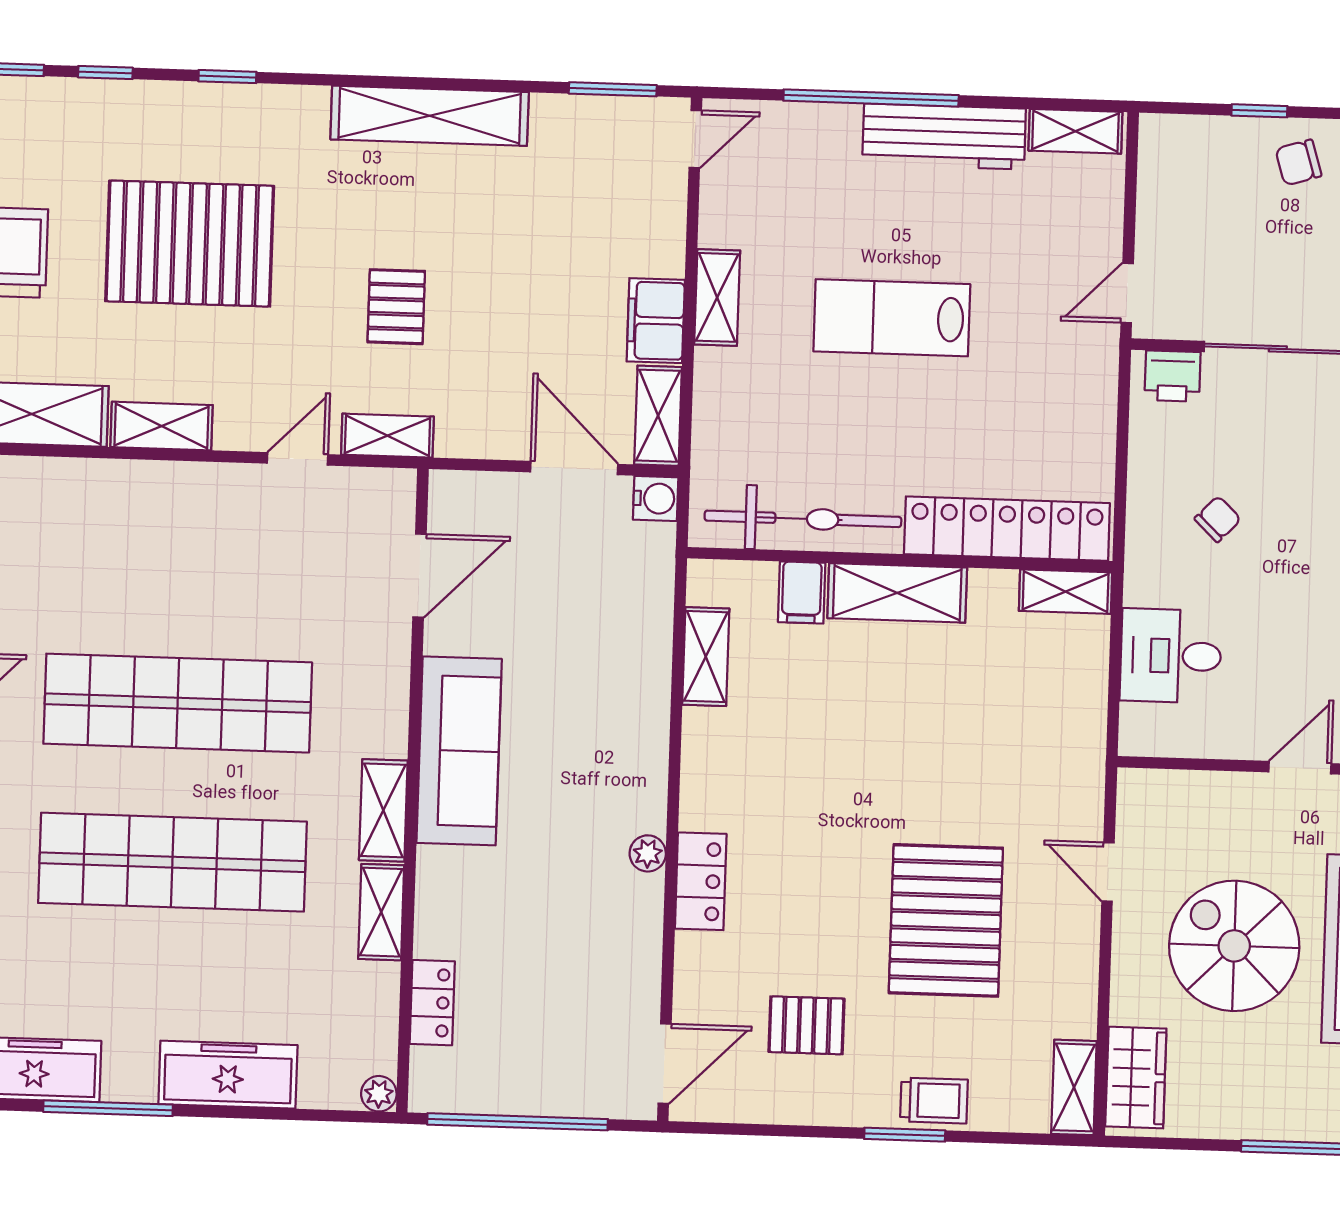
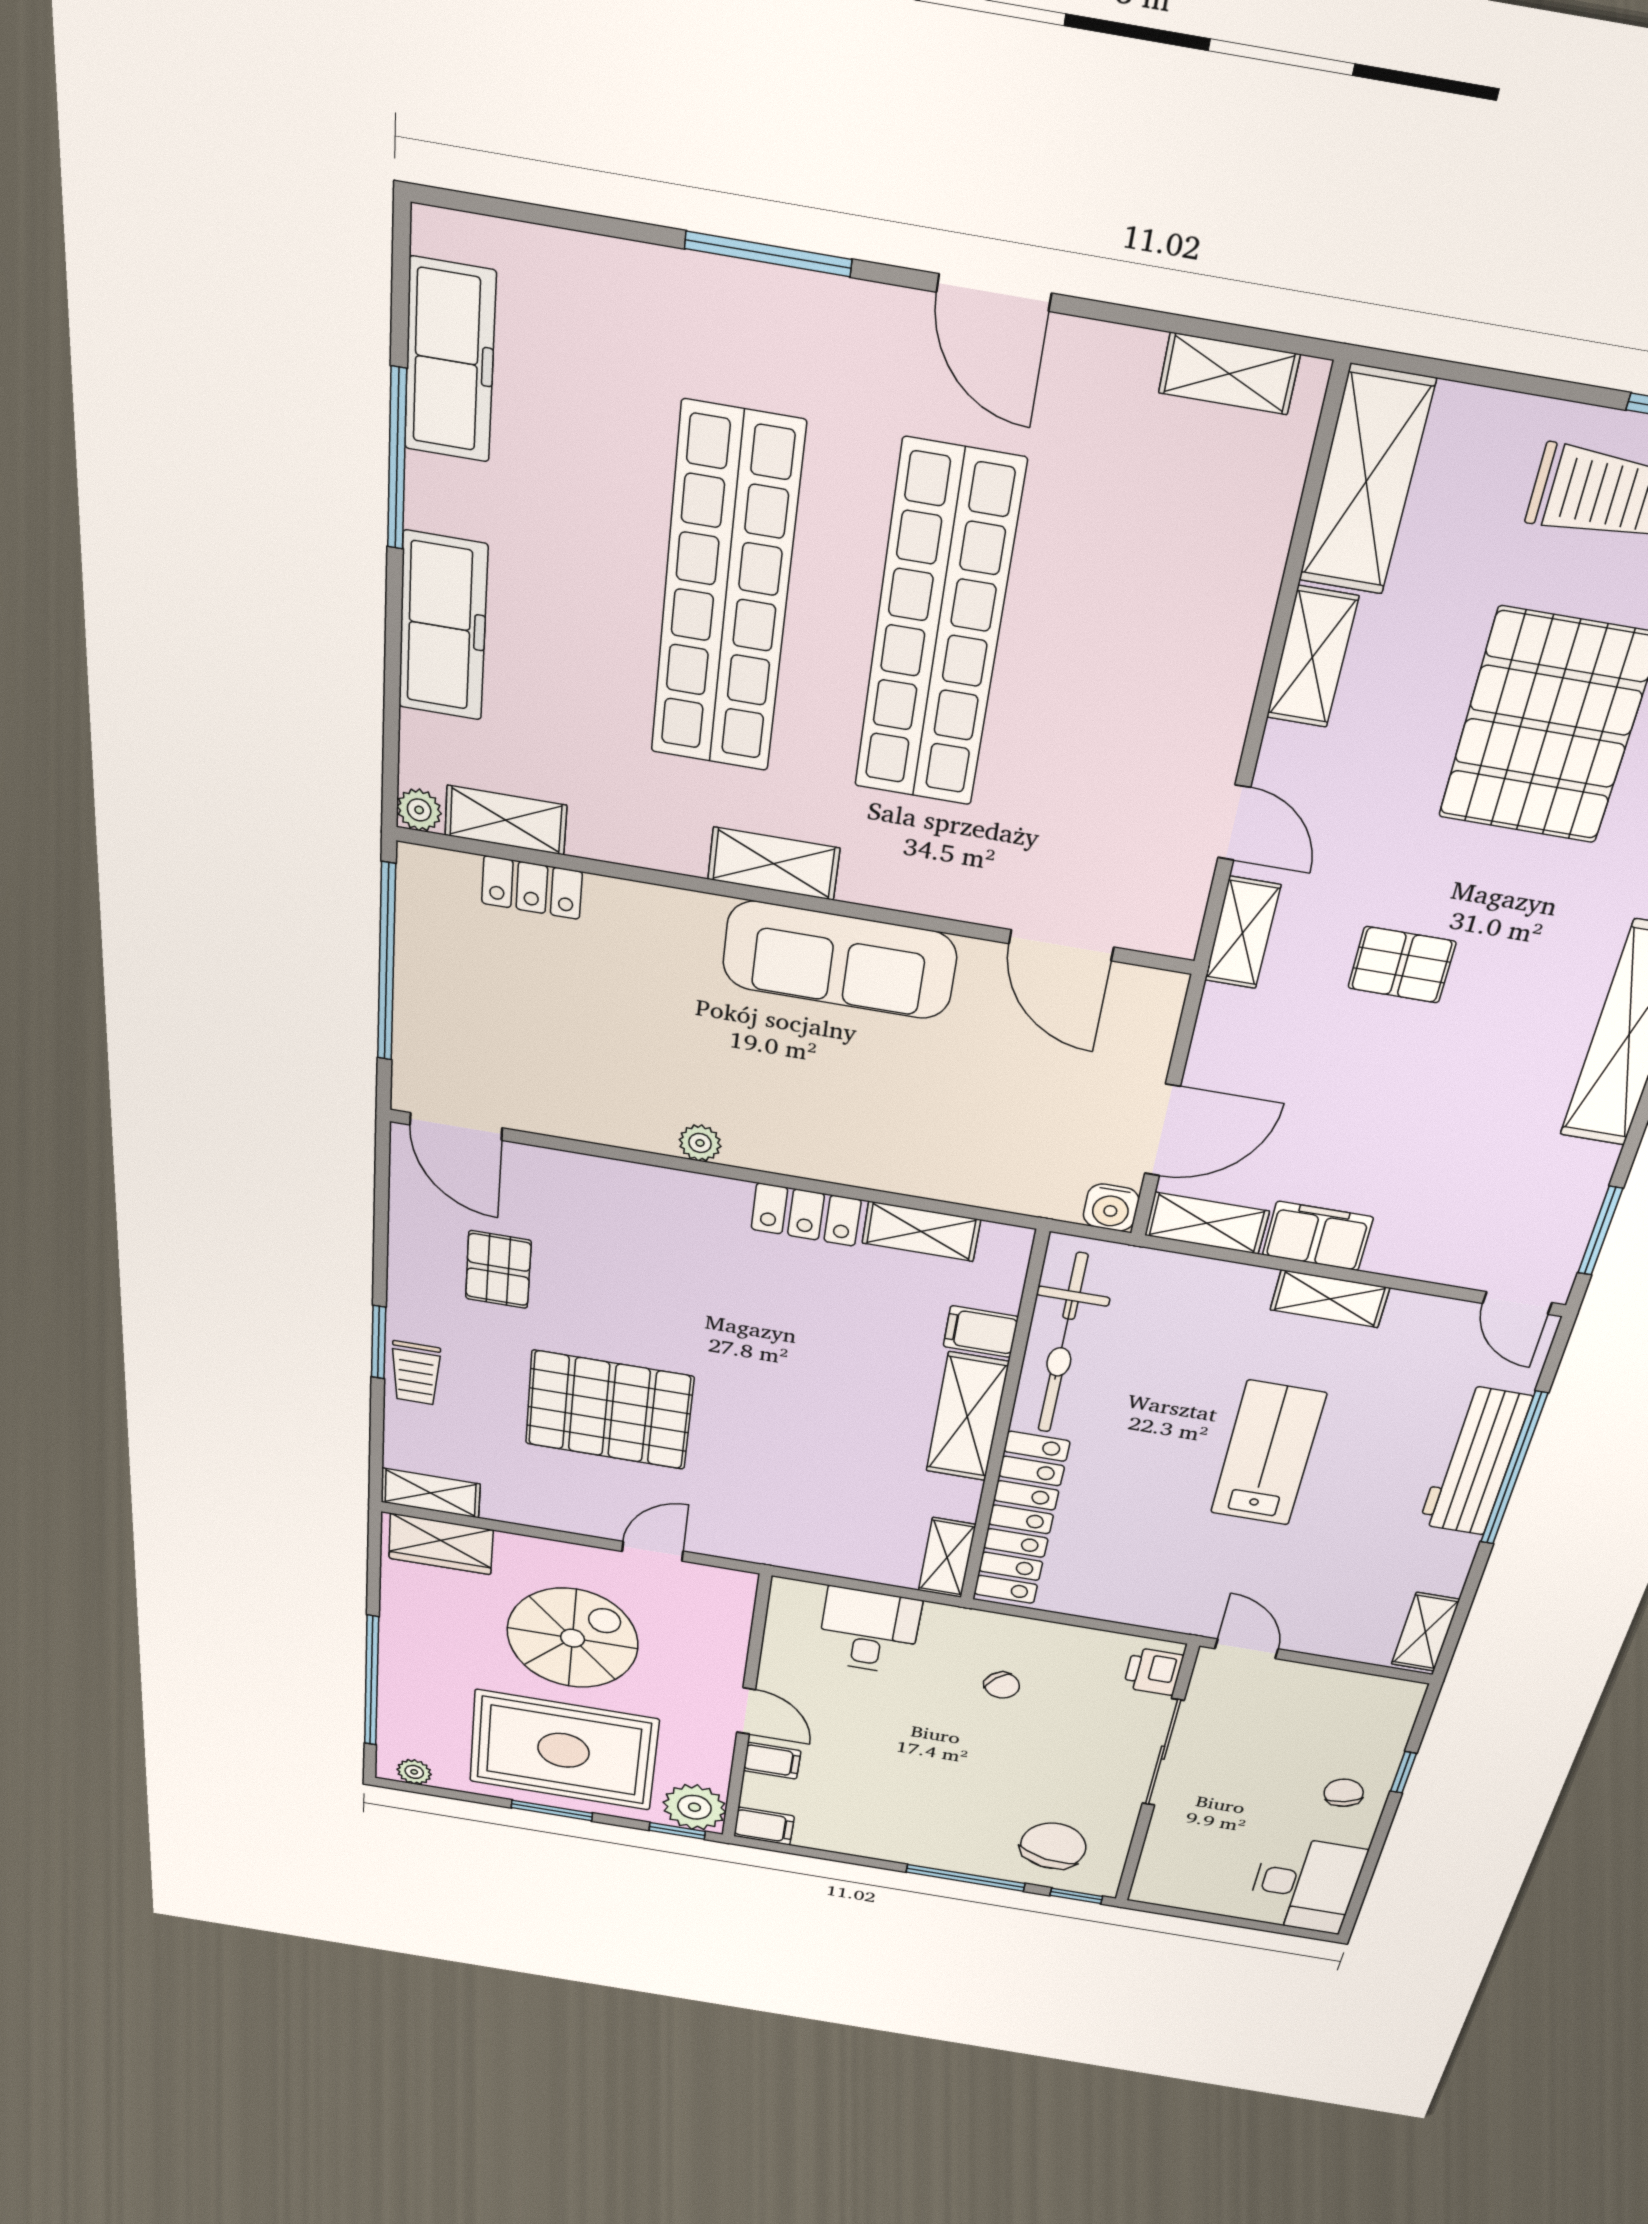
workbench: (944, 136) -> (1475, 1461), moved
locker: (701, 881) -> (806, 1215), moved
shelving: (381, 912) -> (506, 820), moved

